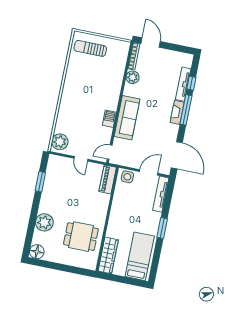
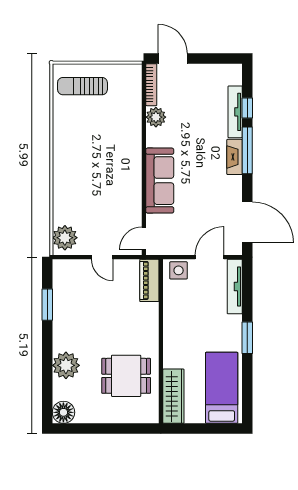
barbecue: (109, 119) -> (133, 187), removed

